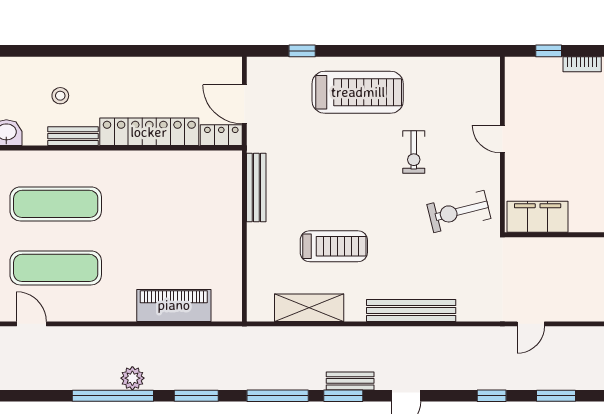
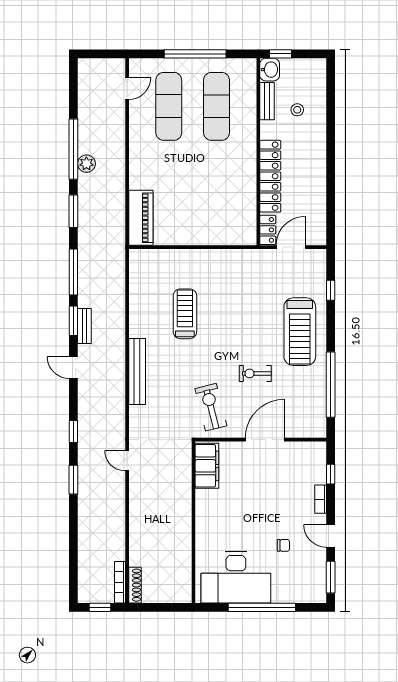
window: (429, 51) -> (331, 385), added
bench: (73, 136) -> (267, 101), moved
door: (502, 139) -> (265, 440), width x1.87
bench: (256, 188) -> (229, 256), removed
treadmill: (334, 246) -> (185, 314), turned 180
piano: (174, 305) -> (141, 218), moved
shelving: (309, 308) -> (139, 295), removed

